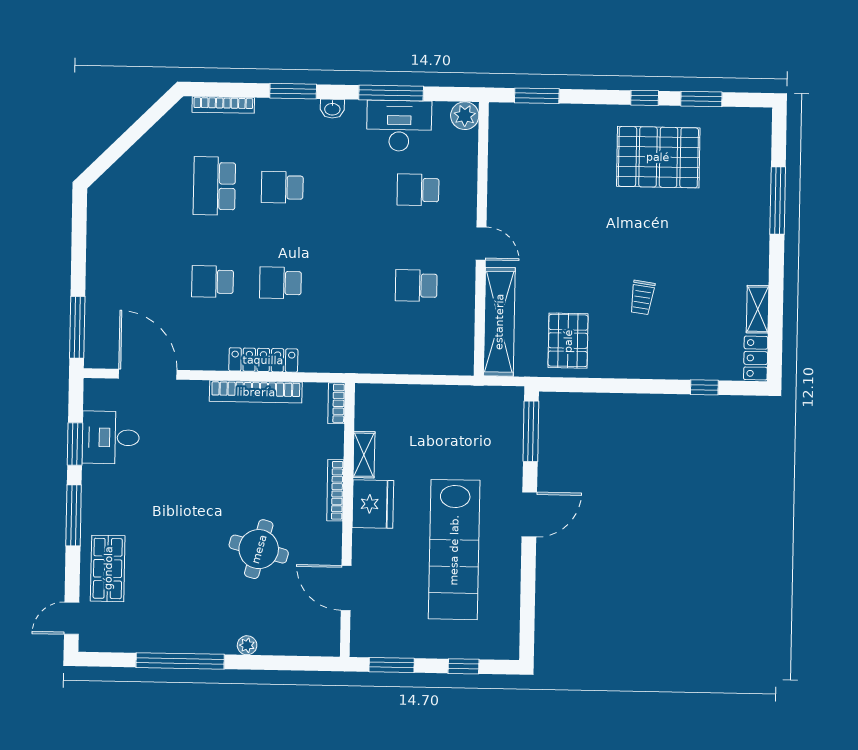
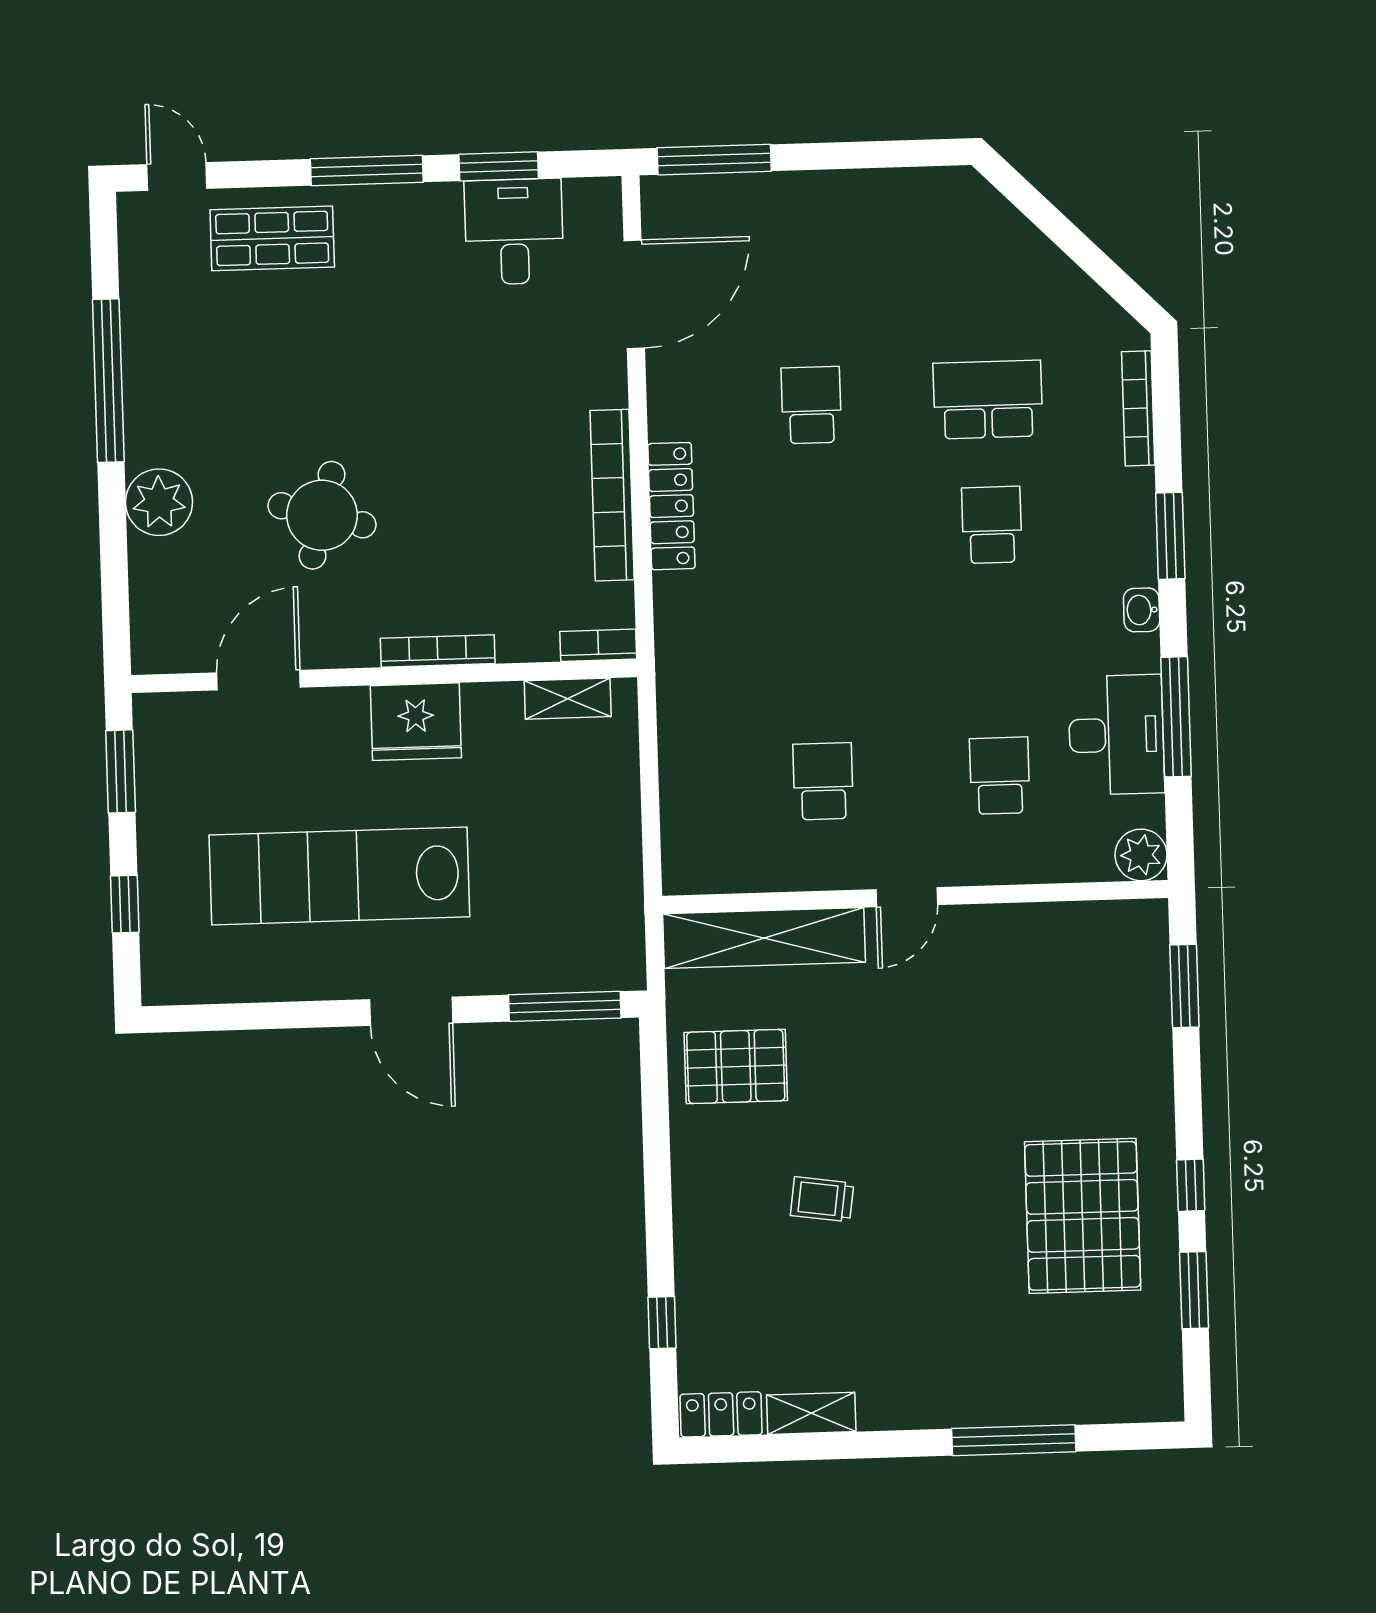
school desk: (280, 283) -> (815, 530), removed
shelving: (364, 455) -> (568, 699), moved
plant: (247, 645) -> (159, 502), width x1.87, depth x1.87

